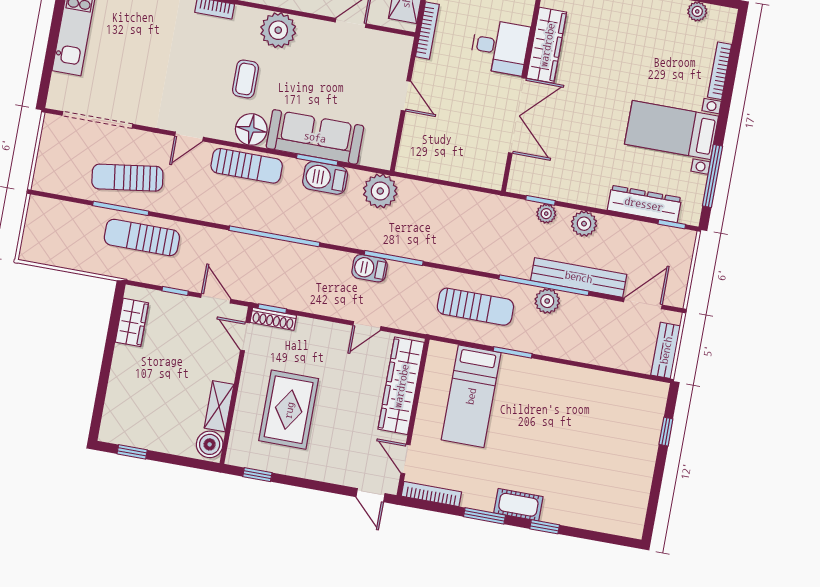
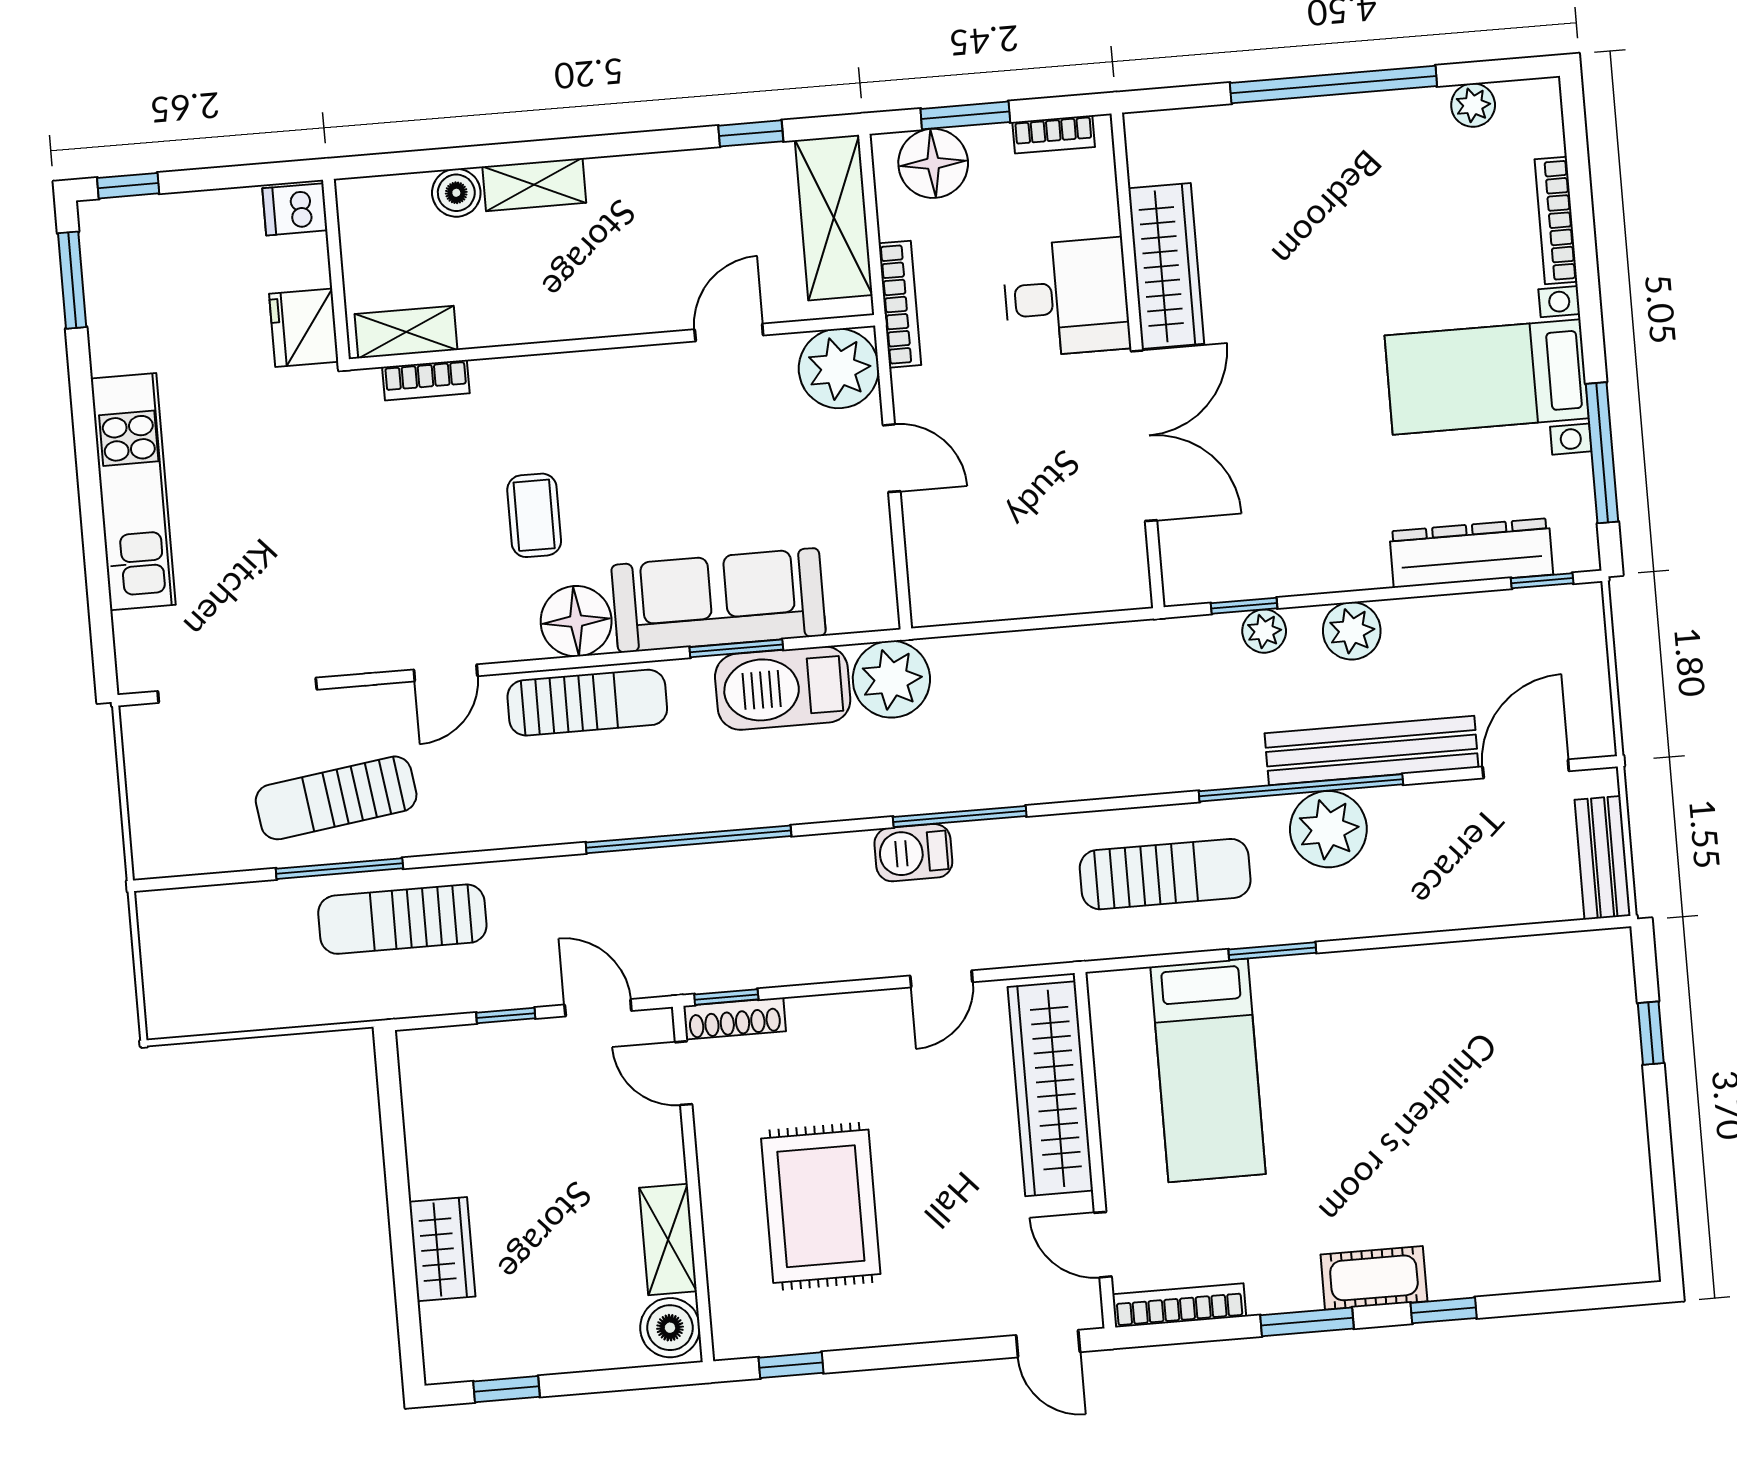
plant: (278, 30) -> (839, 368), moved
barbecue: (325, 178) -> (783, 688), width x1.37, depth x1.21
plant: (547, 301) -> (1328, 829), width x1.36, depth x1.36
wardrobe: (132, 322) -> (442, 1249), moved

